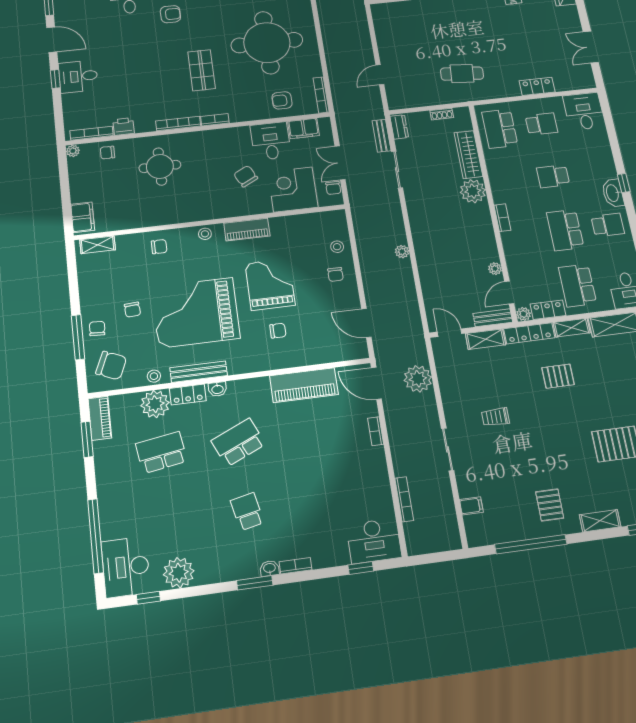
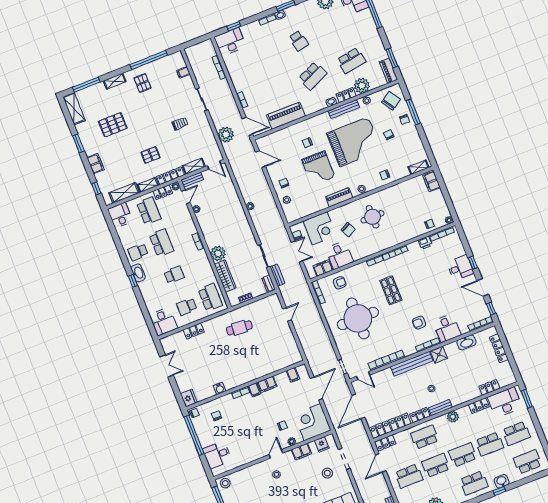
round table: (160, 166) -> (372, 217), moved
chair: (111, 366) -> (391, 101), turned 124

